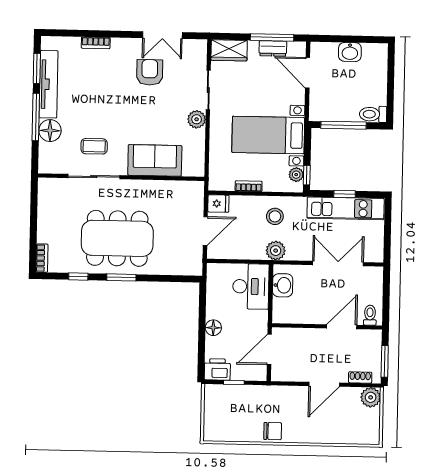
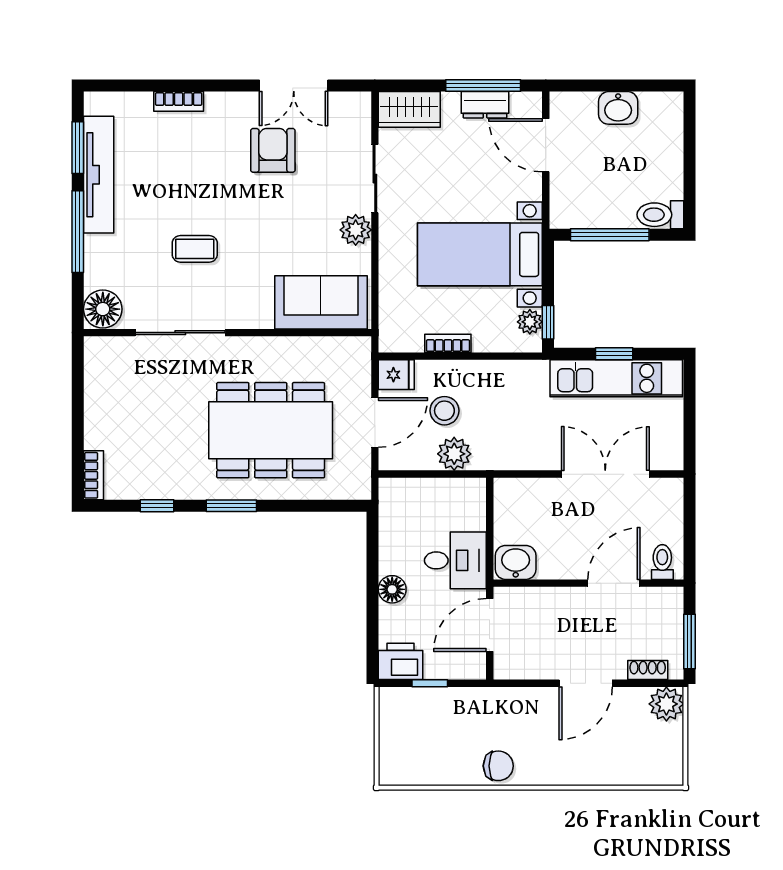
floor lamp: (50, 131) -> (103, 309), moved
coffee table: (94, 146) -> (195, 249), moved
sofa: (155, 160) -> (321, 302), moved
stool: (275, 216) -> (444, 411), moved
dining table: (117, 238) -> (271, 430), moved
plant: (276, 251) -> (454, 454), moved
washbasin: (283, 285) -> (516, 562), moved, turned -90
desk: (251, 286) -> (455, 560), moved, width x0.73

